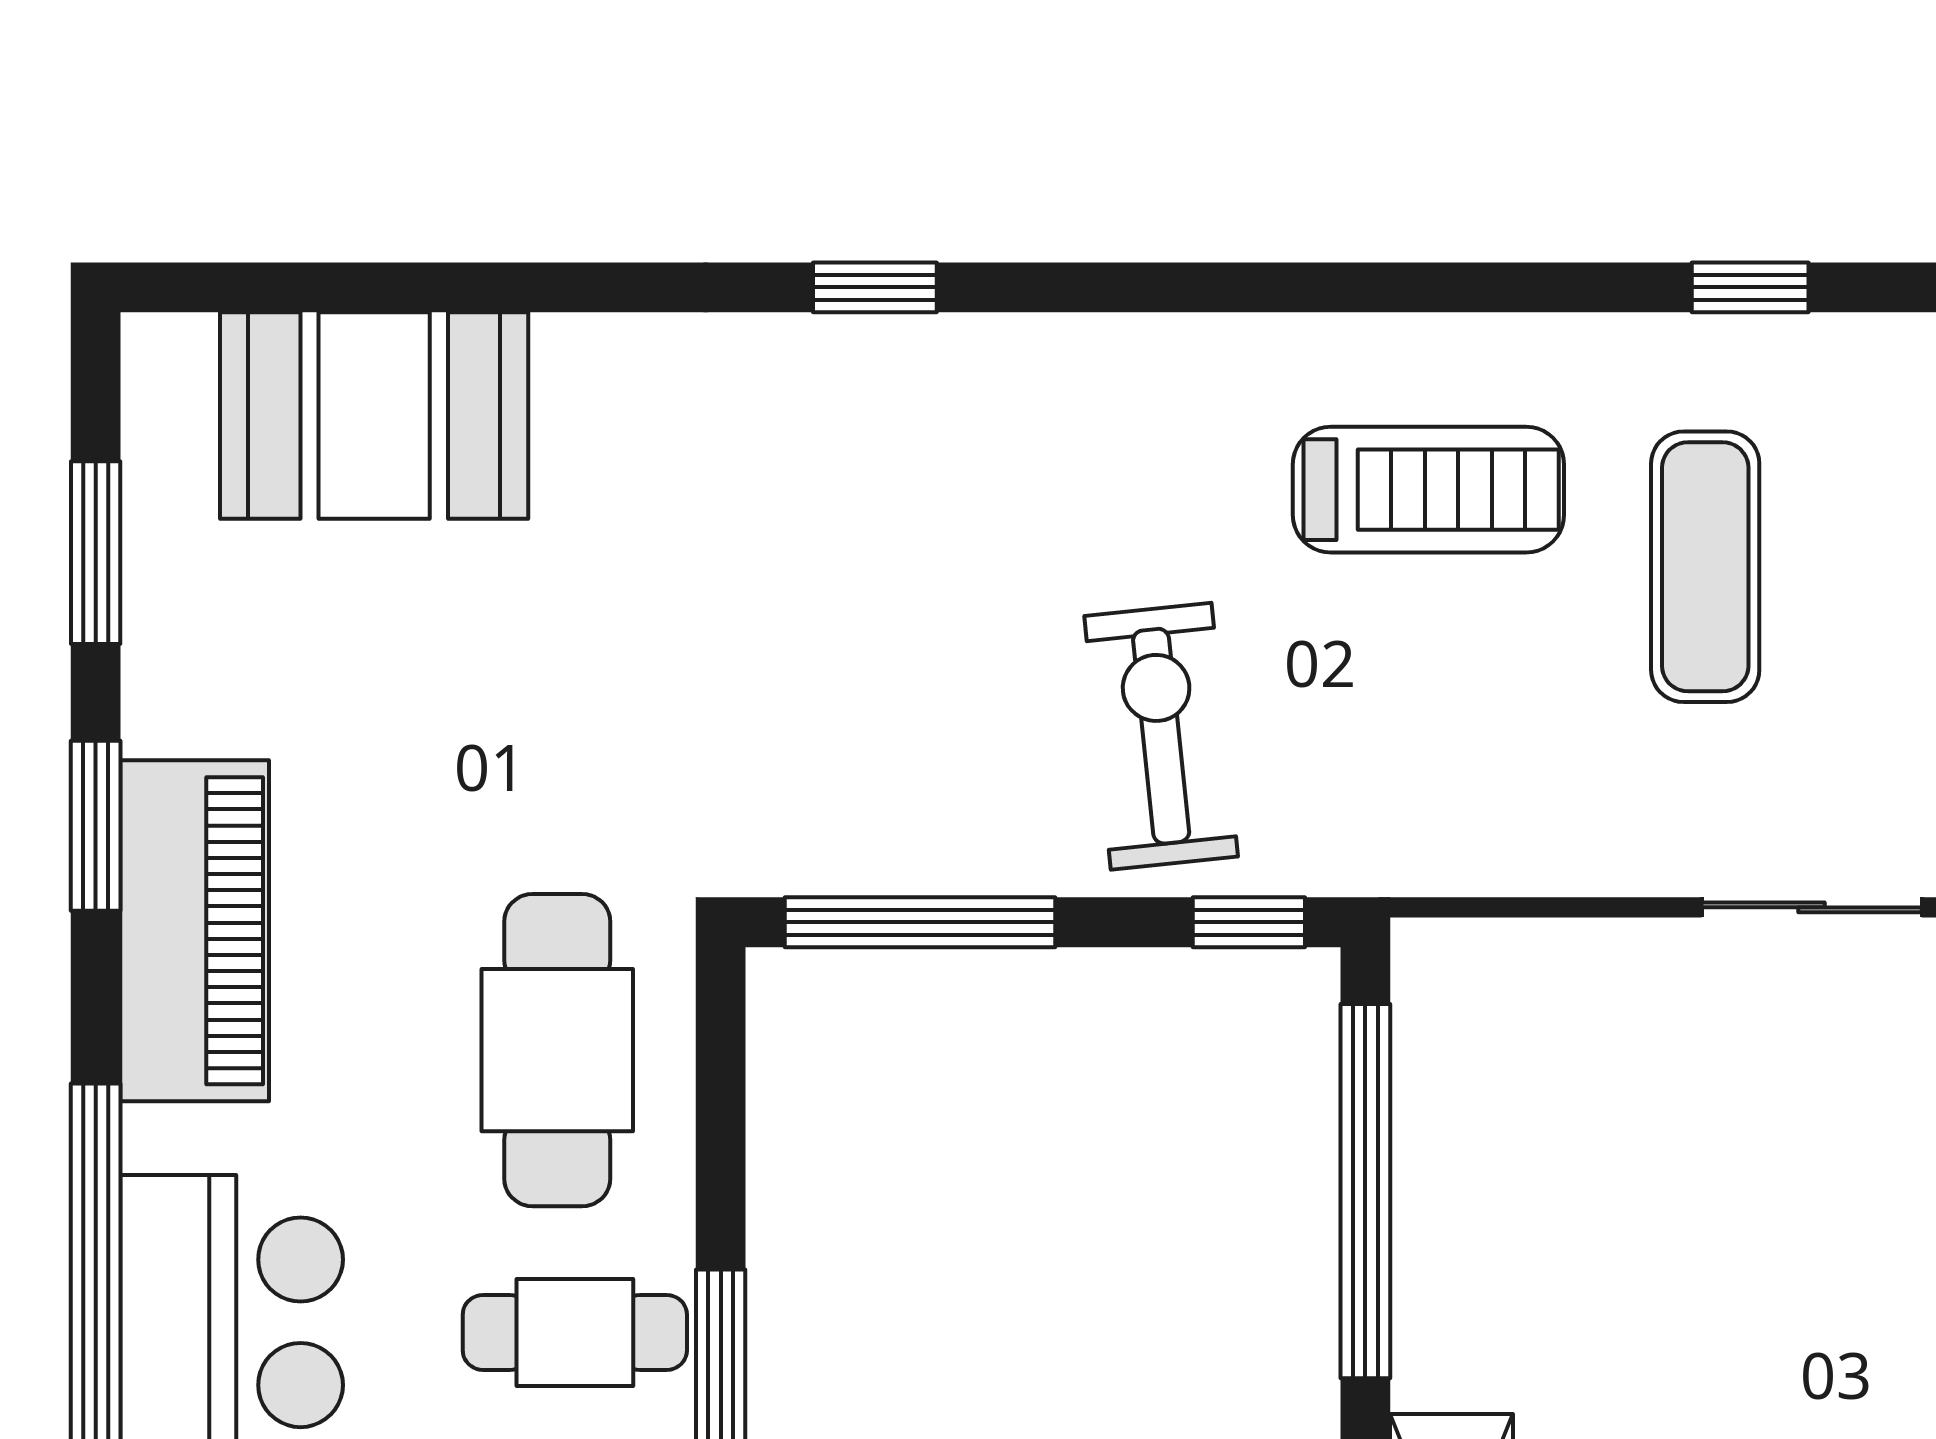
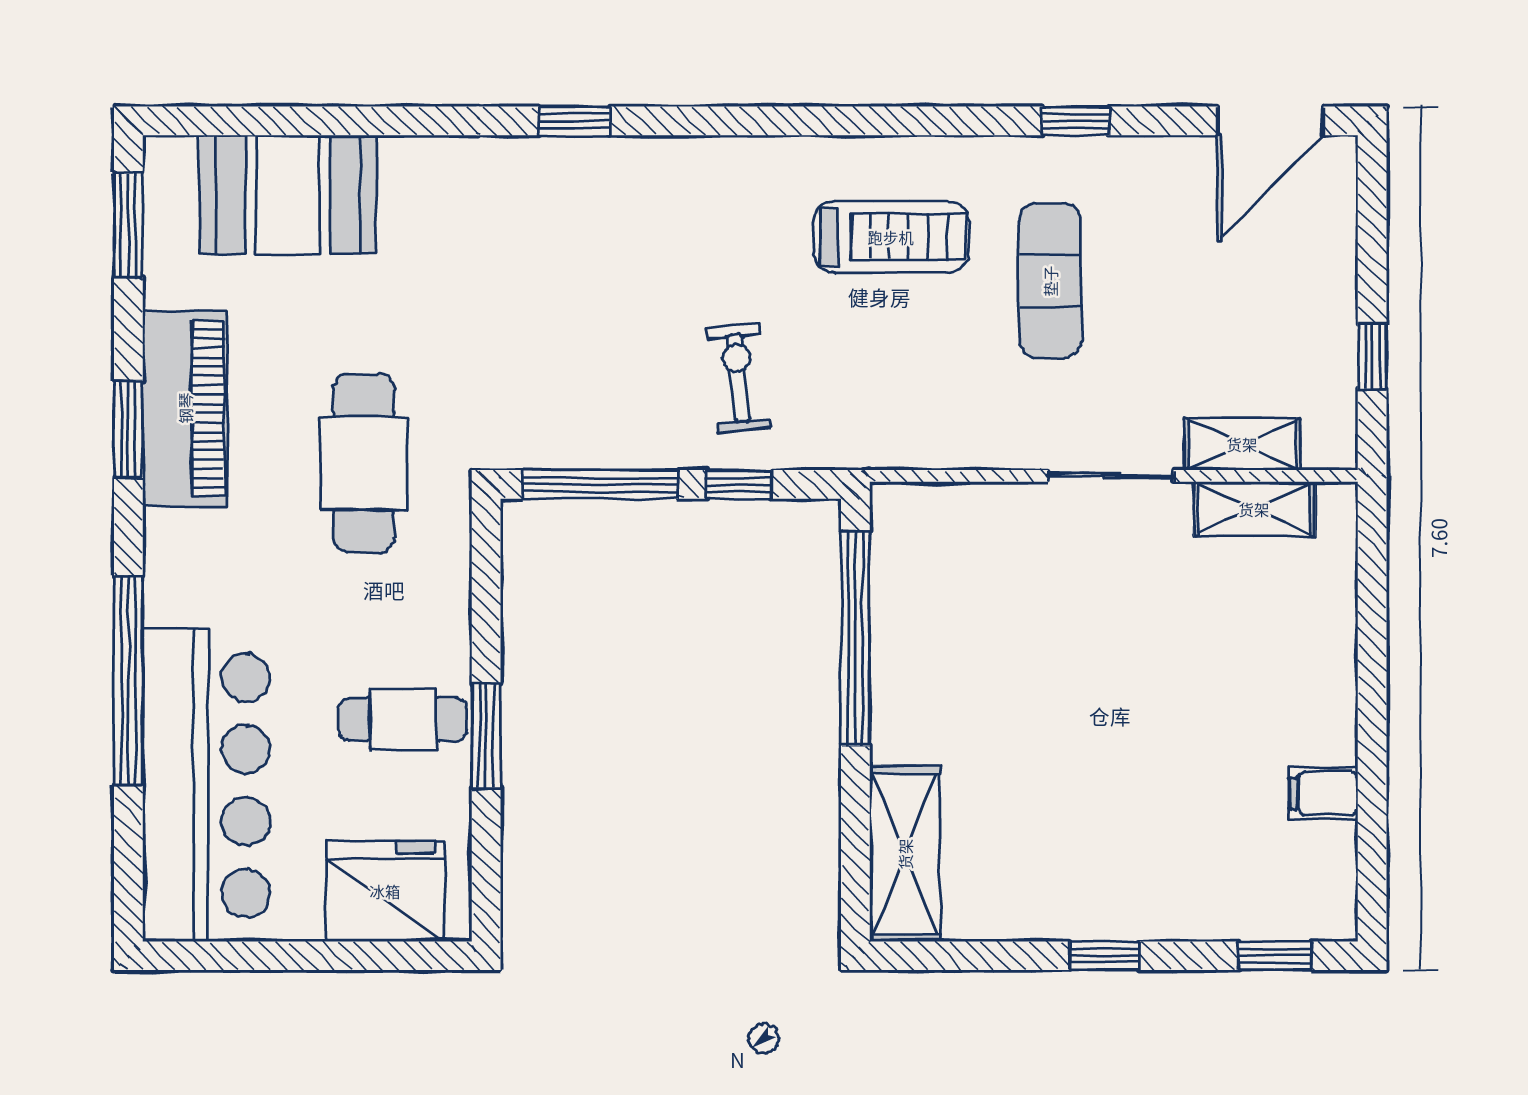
window: (96, 553) -> (128, 225), moved
exercise bike: (1161, 736) -> (738, 378), width x0.73, depth x0.72
window: (1249, 922) -> (739, 484), moved
piano: (195, 931) -> (185, 408), moved
cafe table: (557, 1050) -> (364, 463), moved

